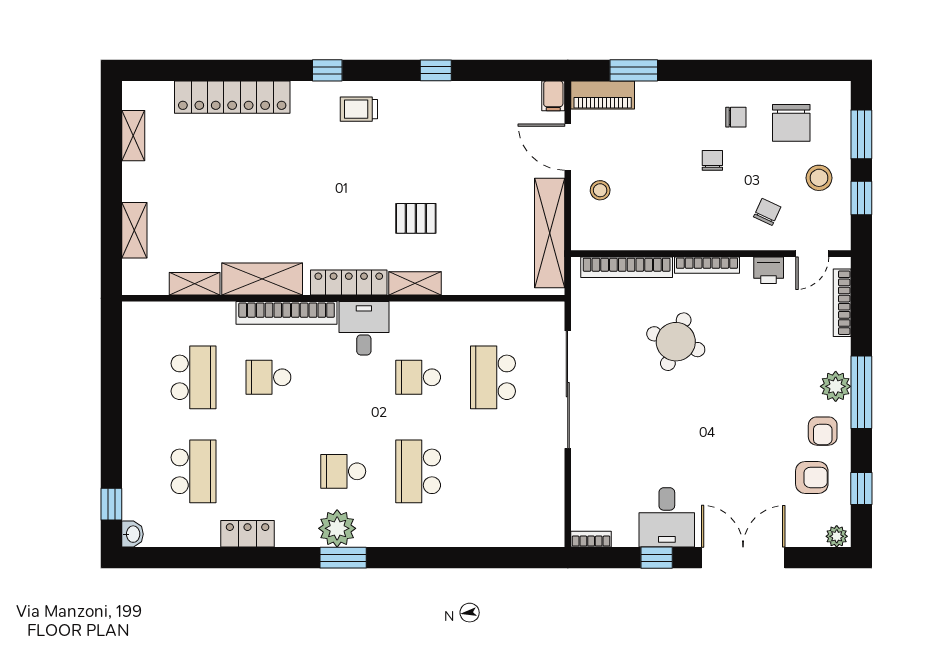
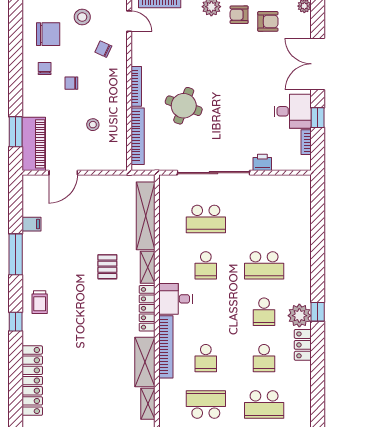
window: (436, 70) -> (16, 254), width x2.17
piano: (603, 95) -> (34, 144), width x1.37, depth x1.33
filing cabinet: (553, 96) -> (31, 224), moved
stool: (600, 190) -> (93, 125), moved
shelving: (550, 233) -> (146, 216), moved, turned 90
printer: (769, 270) -> (262, 162), moved, turned -90
armchair: (823, 431) -> (239, 15), turned 180
school desk: (194, 471) -> (264, 405), turned 180
school desk: (268, 471) -> (264, 358), added
armchair: (812, 477) -> (268, 21), turned 90
locker: (248, 534) -> (303, 345), moved
bookcase: (591, 539) -> (306, 142), moved
window: (343, 558) -> (318, 312), width x0.67

